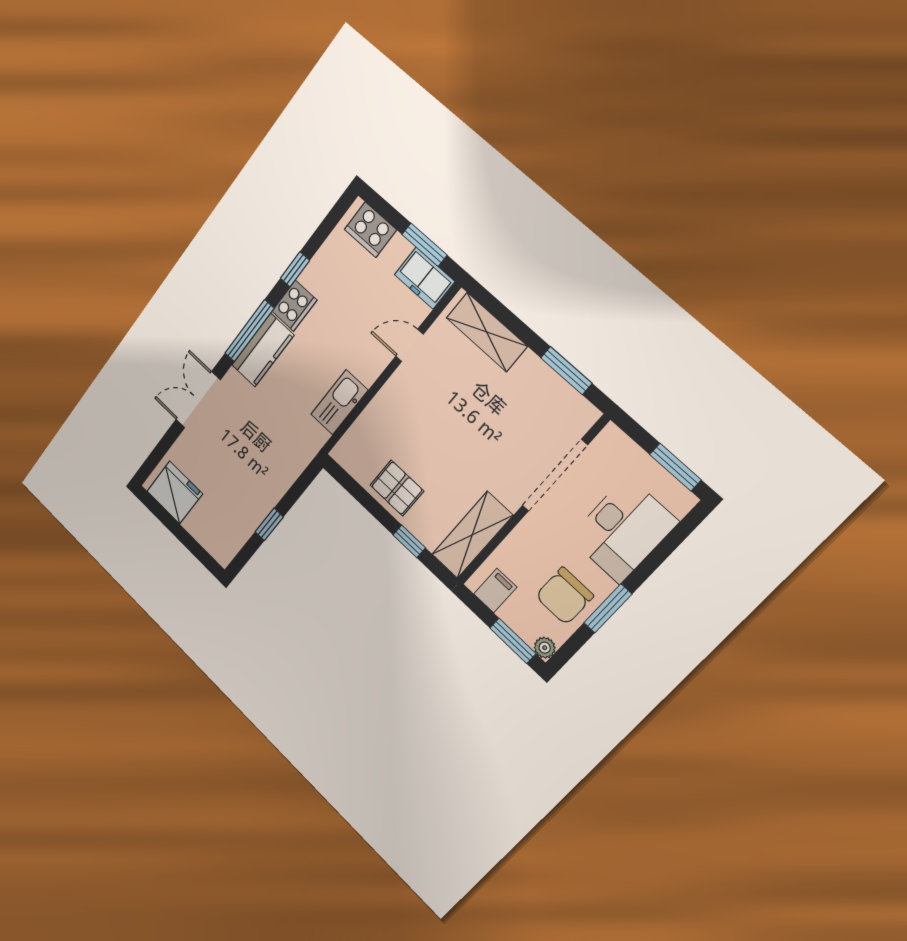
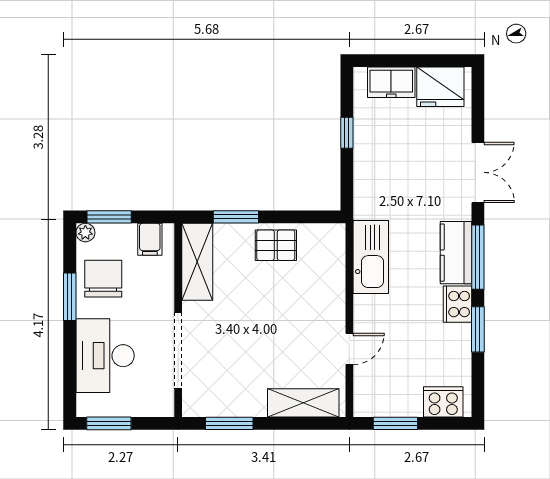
window: (295, 269) -> (478, 329), width x1.50
freezer: (425, 278) -> (391, 82), moved, turned 180
kitchen sink: (339, 402) -> (371, 257), width x1.36, depth x1.24
window: (409, 541) -> (236, 217), width x1.50

